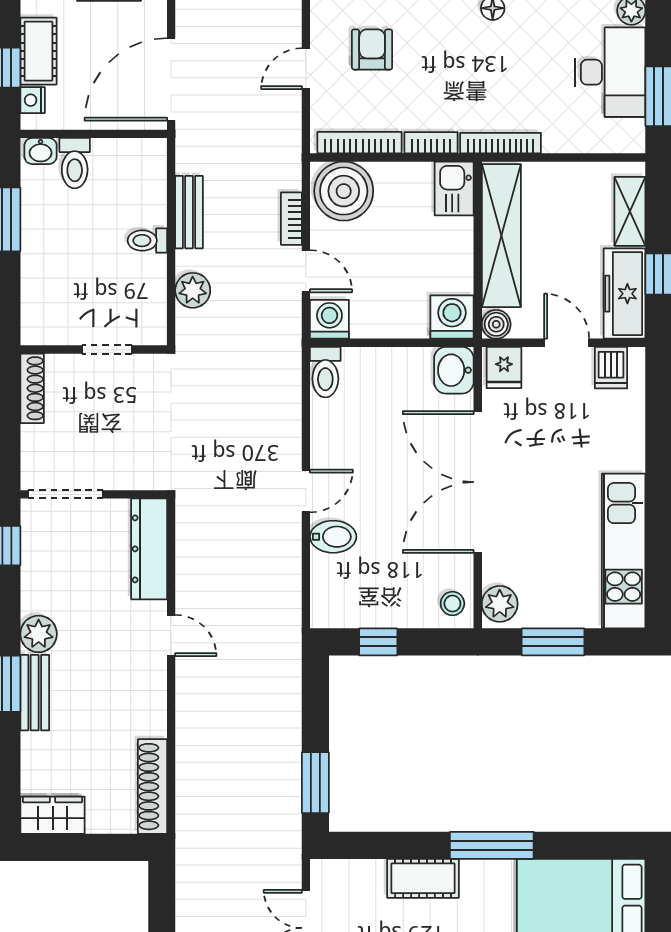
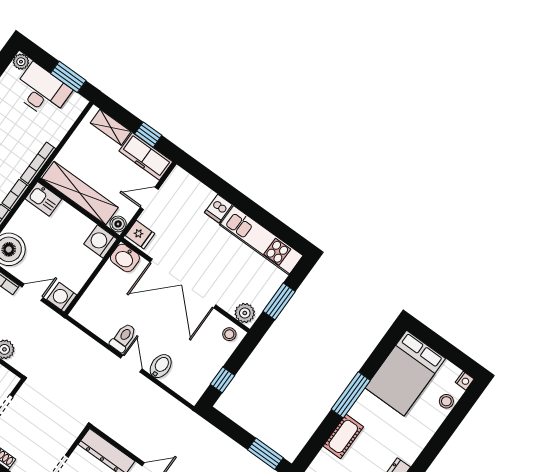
dishwasher: (611, 368) -> (218, 209), moved, turned 90
toilet: (325, 372) -> (123, 338), moved, turned -90

